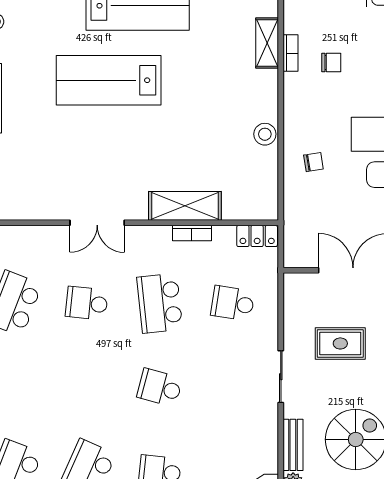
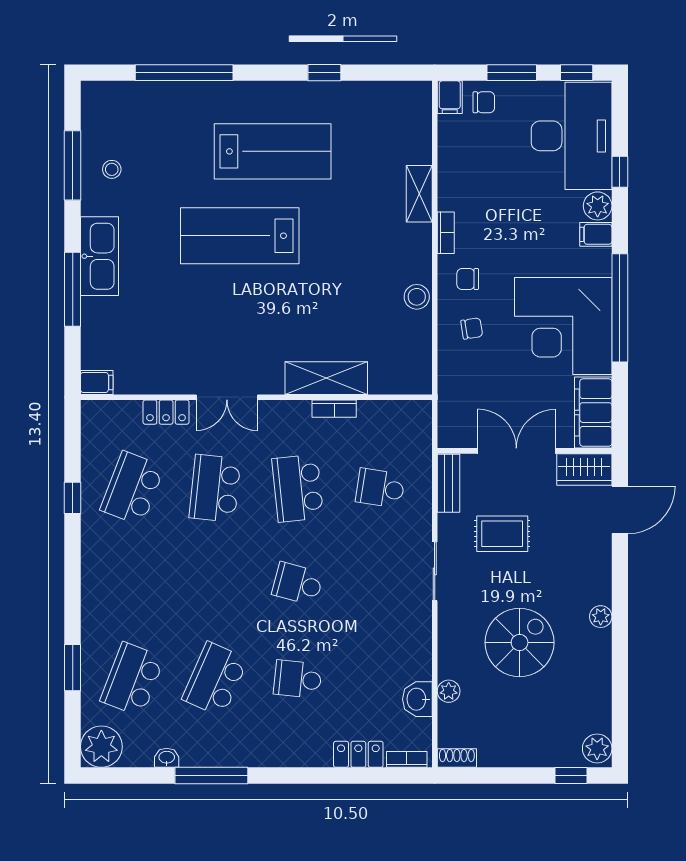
bookcase: (290, 53) -> (446, 233), moved
chair: (331, 63) -> (468, 279), moved, turned 180
locker: (257, 236) -> (166, 412), moved
school desk: (87, 303) -> (215, 488), width x1.85
bench: (293, 445) -> (448, 483), moved

